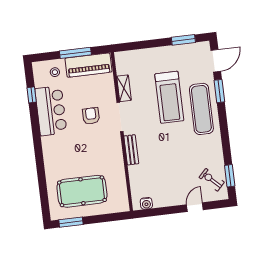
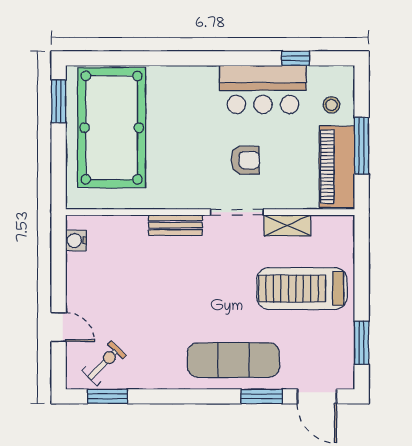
treadmill: (169, 97) -> (302, 289), moved
pool table: (82, 191) -> (112, 128), width x1.36, depth x1.32

